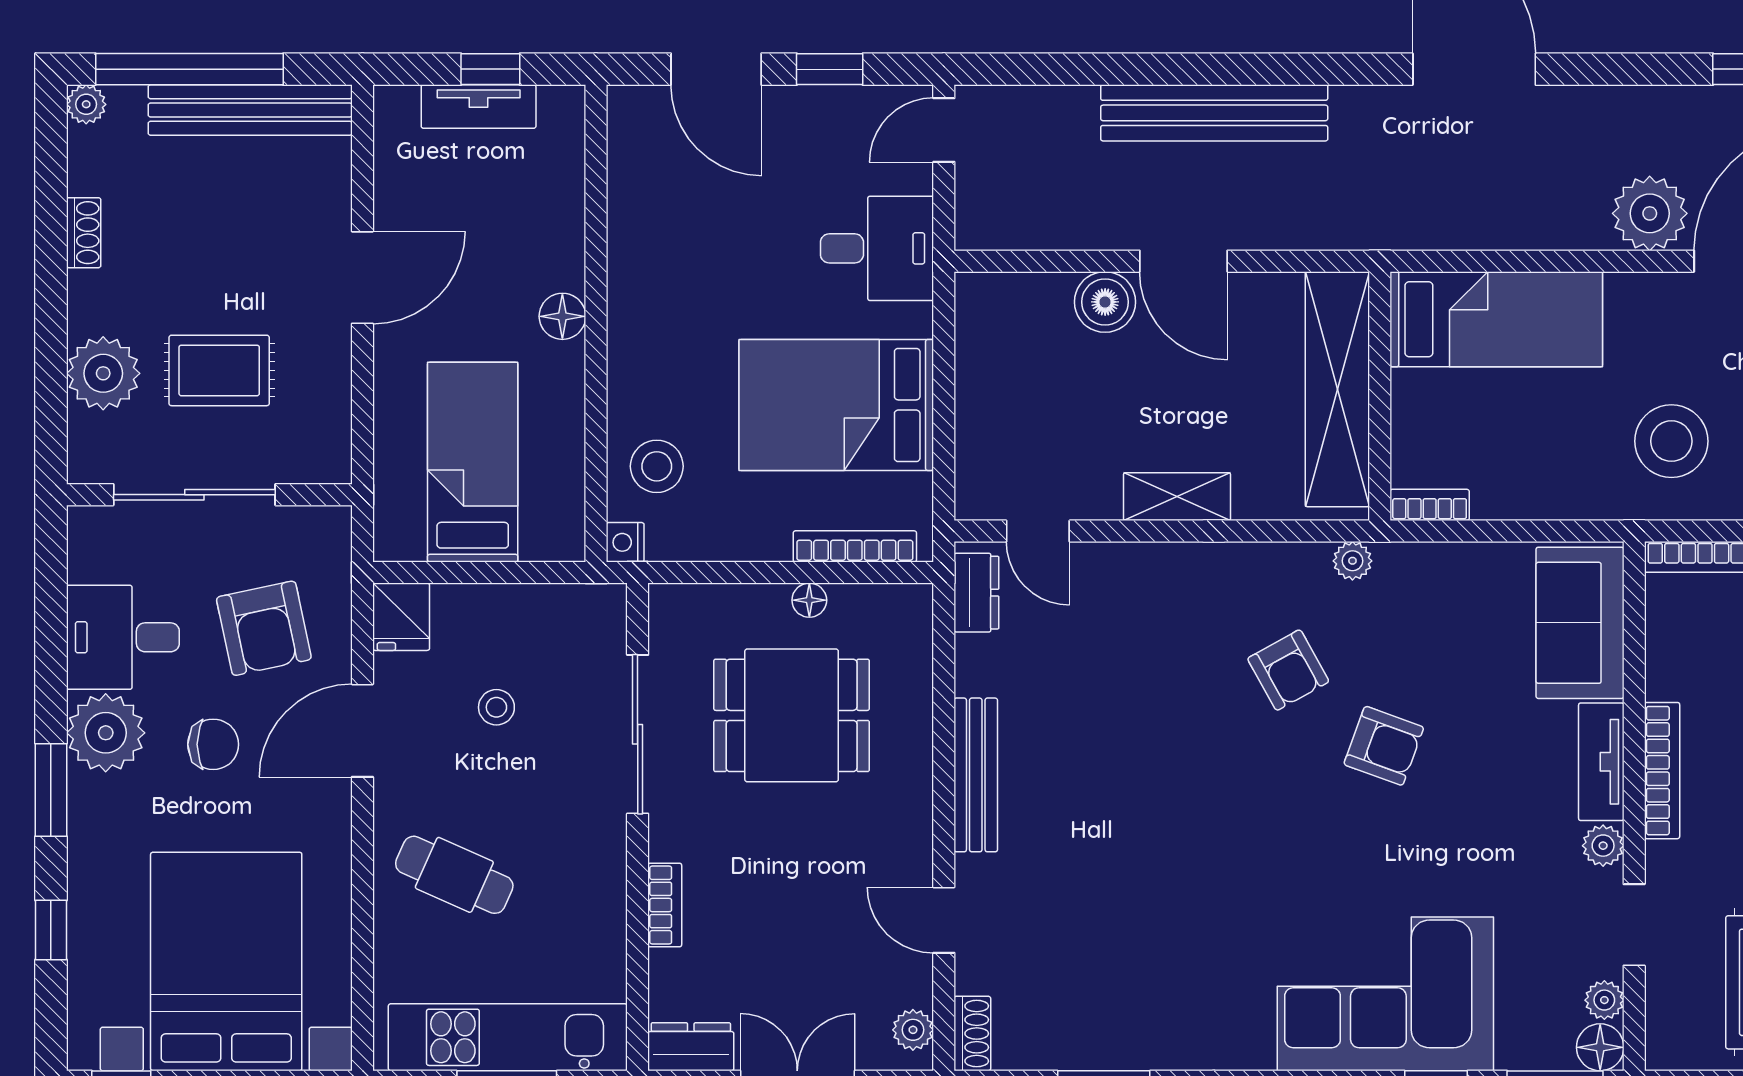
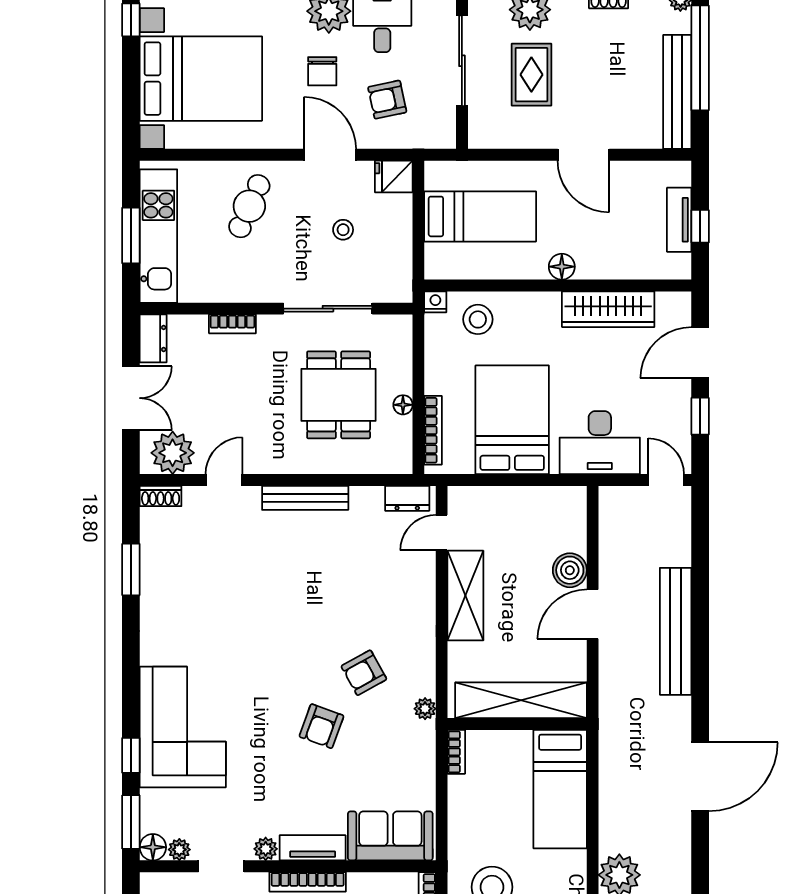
wardrobe: (638, 233) -> (608, 309), added
desk: (877, 248) -> (600, 443), width x1.37
shelving: (1177, 497) -> (465, 596), width x1.50, depth x1.33
armchair: (264, 628) -> (387, 100), width x0.72, depth x0.72
plant: (913, 1030) -> (173, 453), width x1.87, depth x1.87

